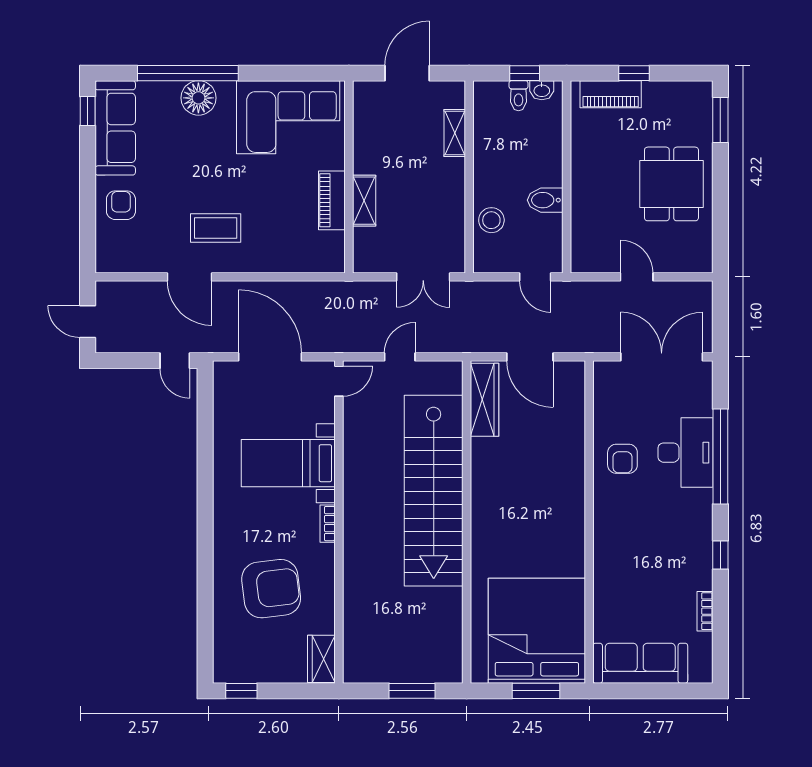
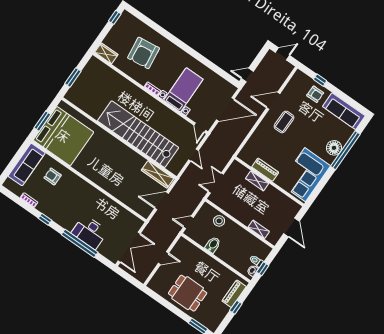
window: (88, 111) -> (320, 80), moved
armchair: (622, 459) -> (53, 176), moved

